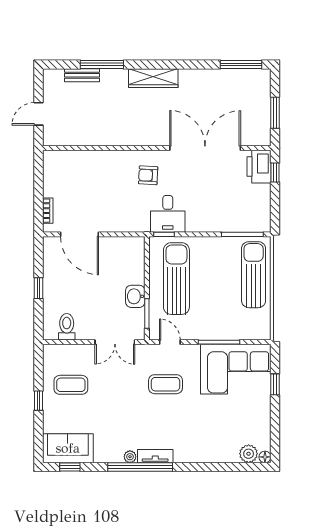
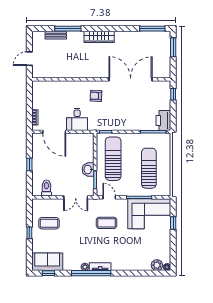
window: (275, 113) -> (173, 47), moved
printer: (259, 167) -> (163, 121), moved
desk: (168, 214) -> (77, 119), moved
sun lounger: (254, 275) -> (149, 168), moved

